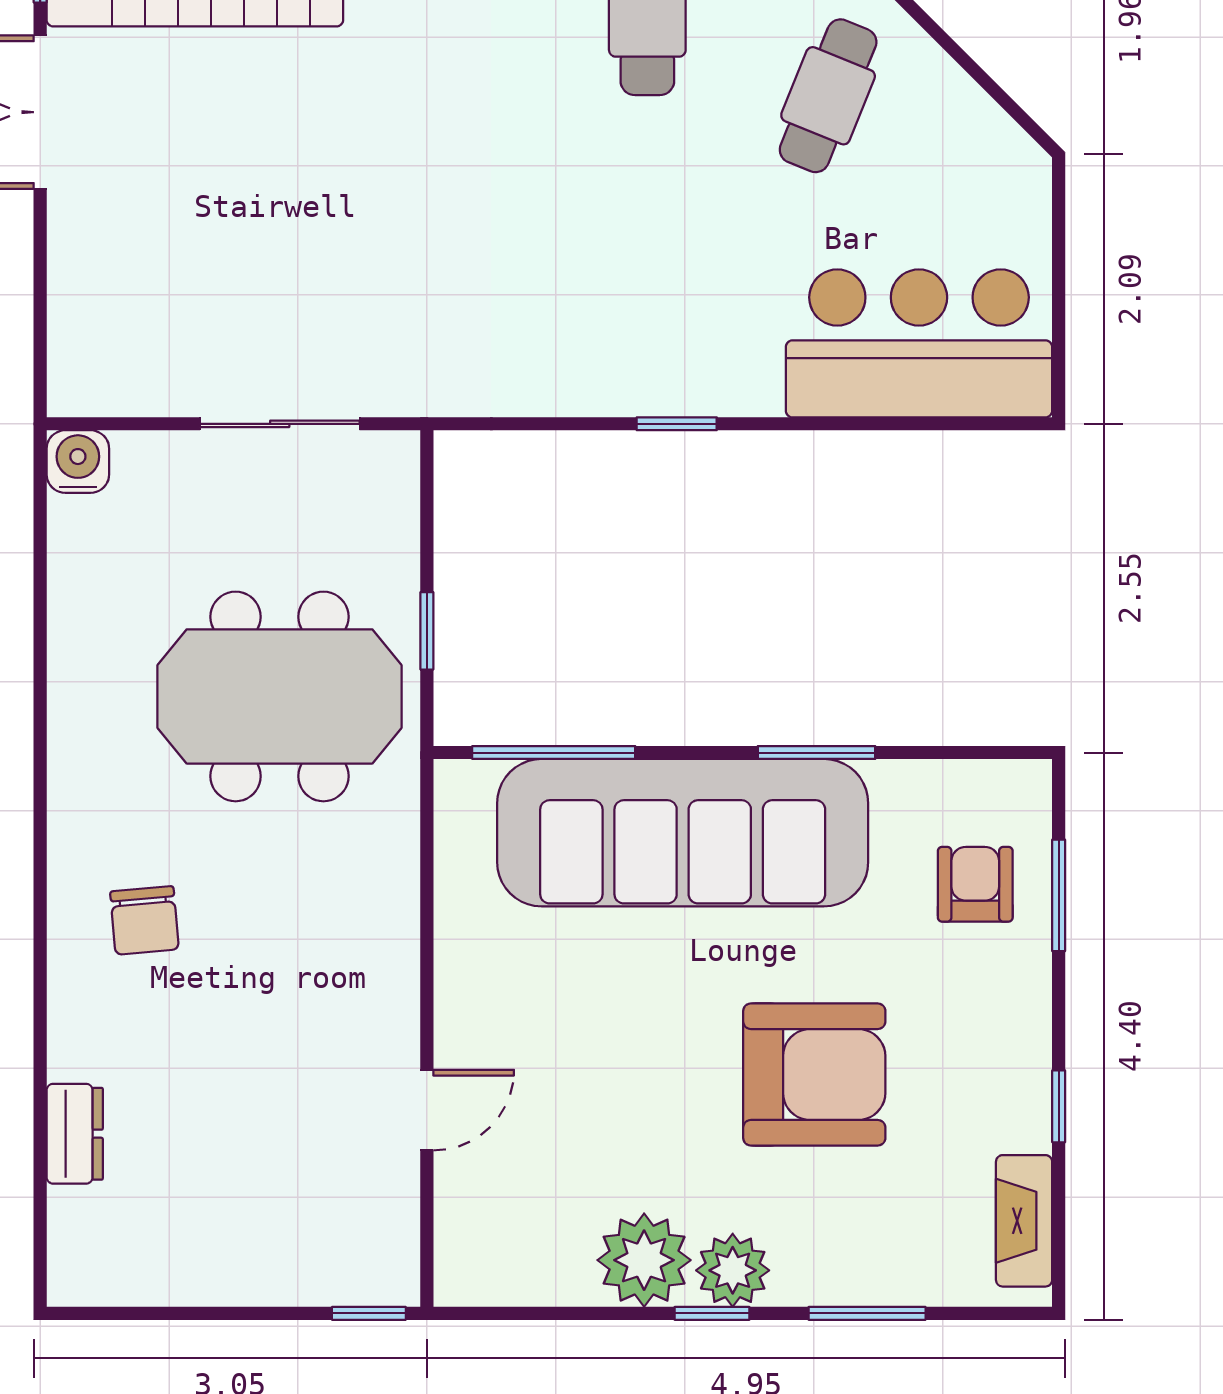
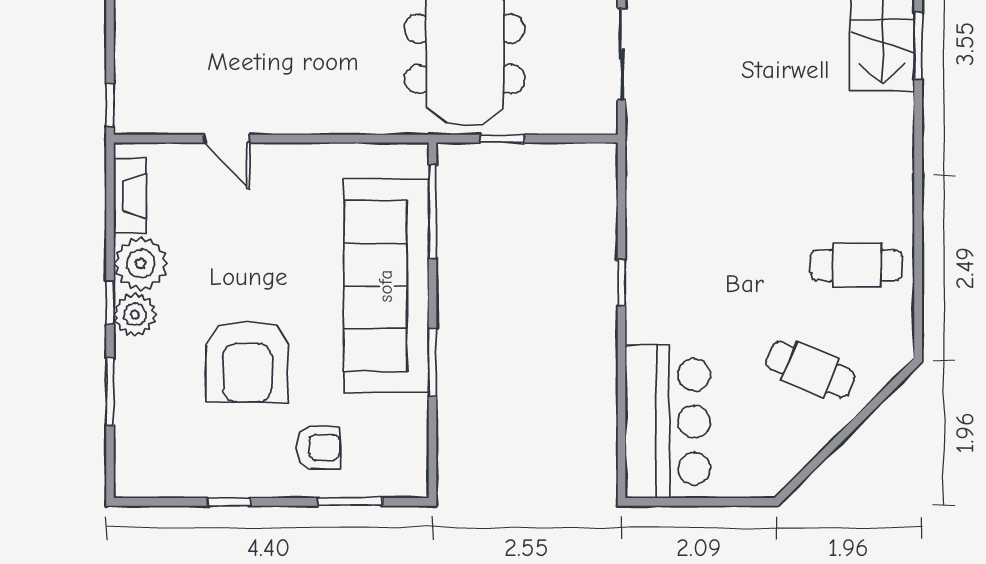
armchair: (975, 884) -> (318, 447), moved
fireplace: (1024, 1221) -> (130, 196), moved, turned 90

